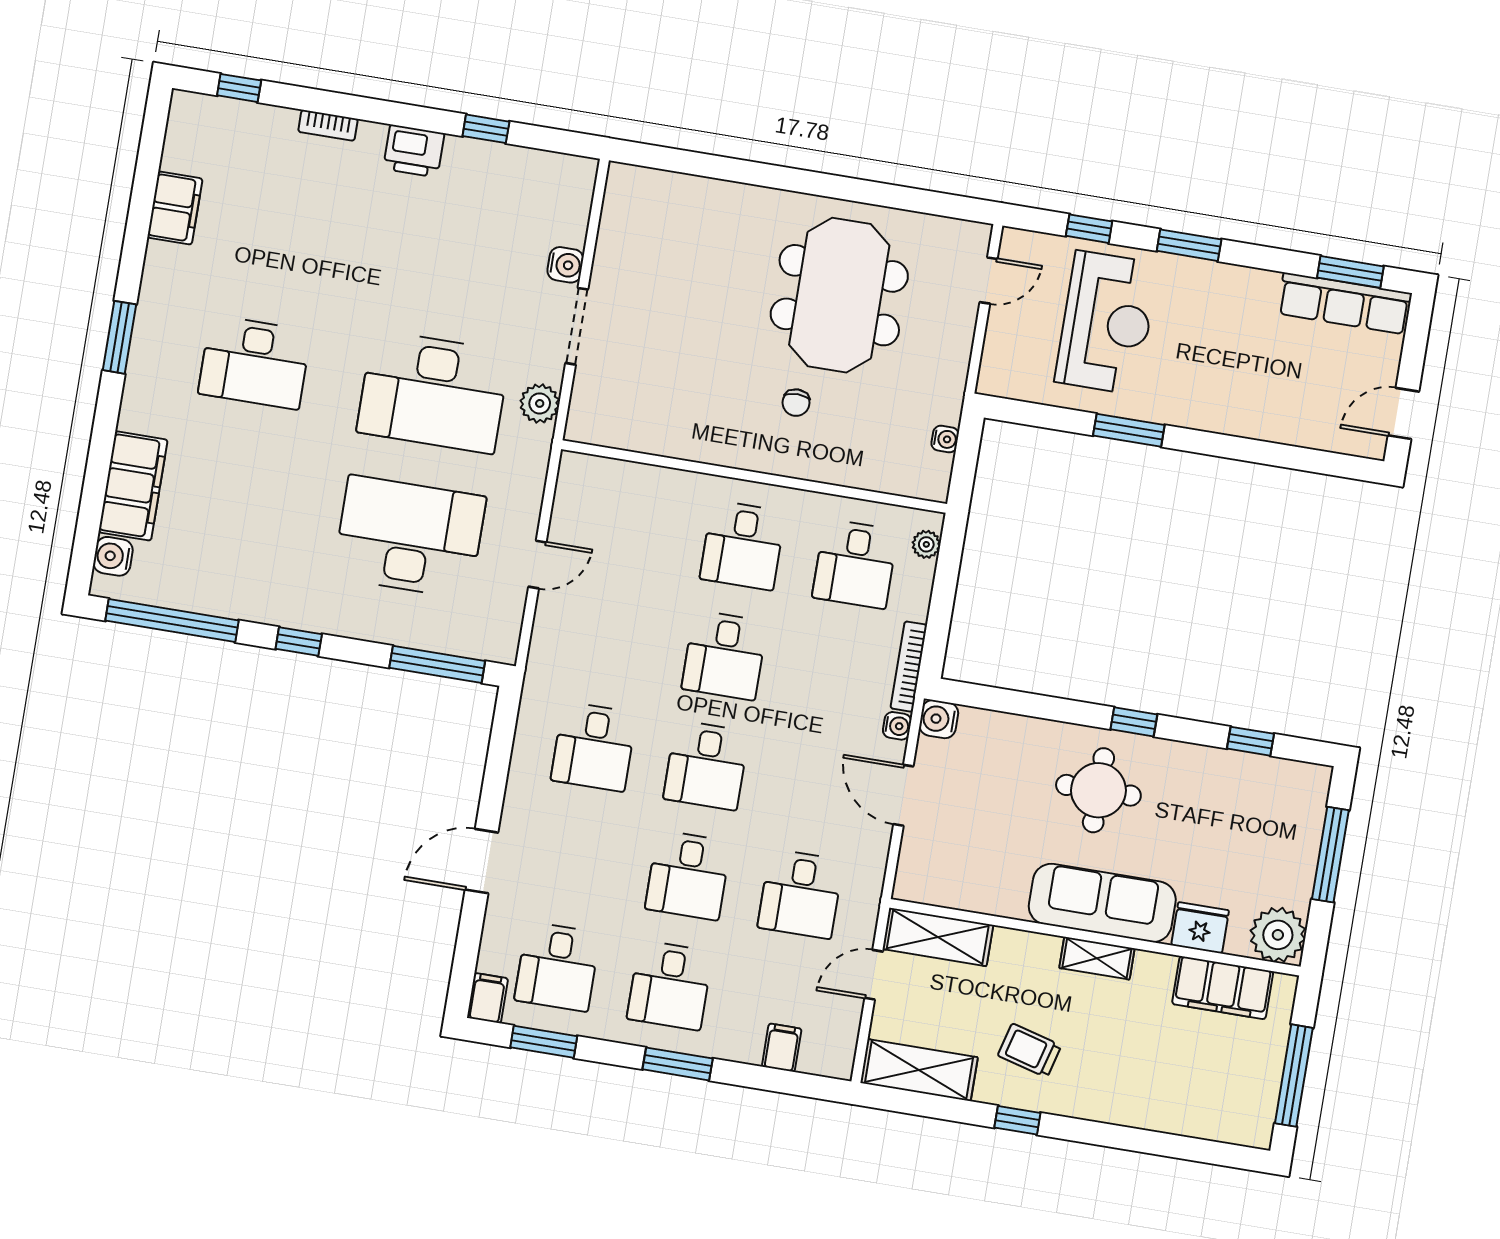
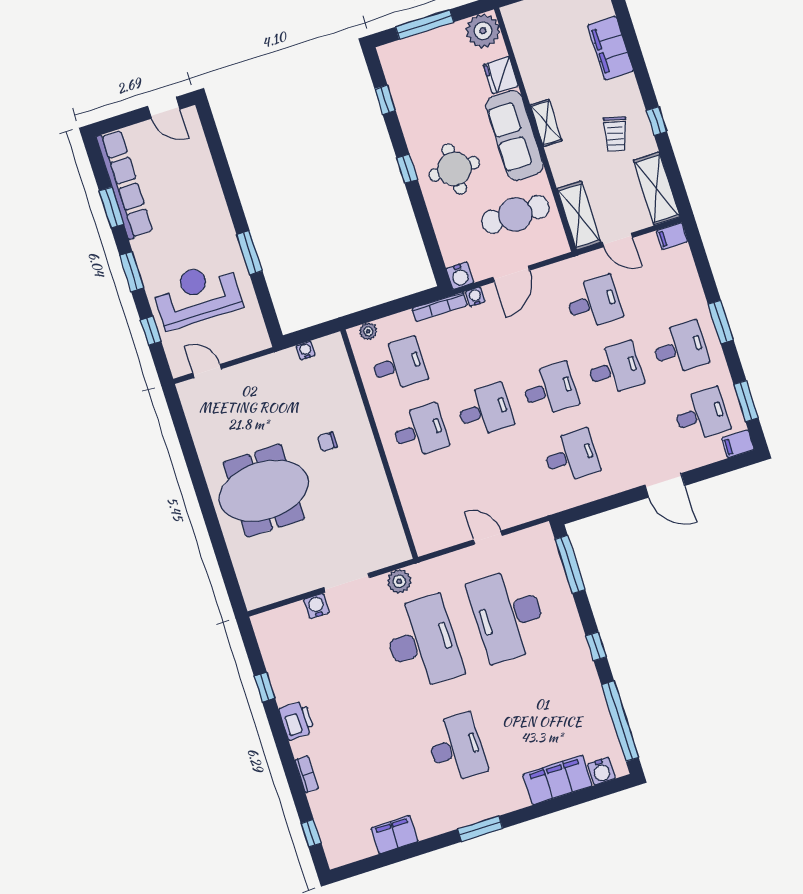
window: (1350, 272) -> (111, 208), moved
meeting table: (839, 295) -> (264, 491), moved
row of seats: (1345, 303) -> (125, 184), width x1.36
chair: (796, 403) -> (327, 442), turned 180
cafe table: (987, 845) -> (515, 214), added
filing cabinet: (1223, 988) -> (610, 48), moved, turned 180
filing cabinet: (782, 1048) -> (672, 236), moved

